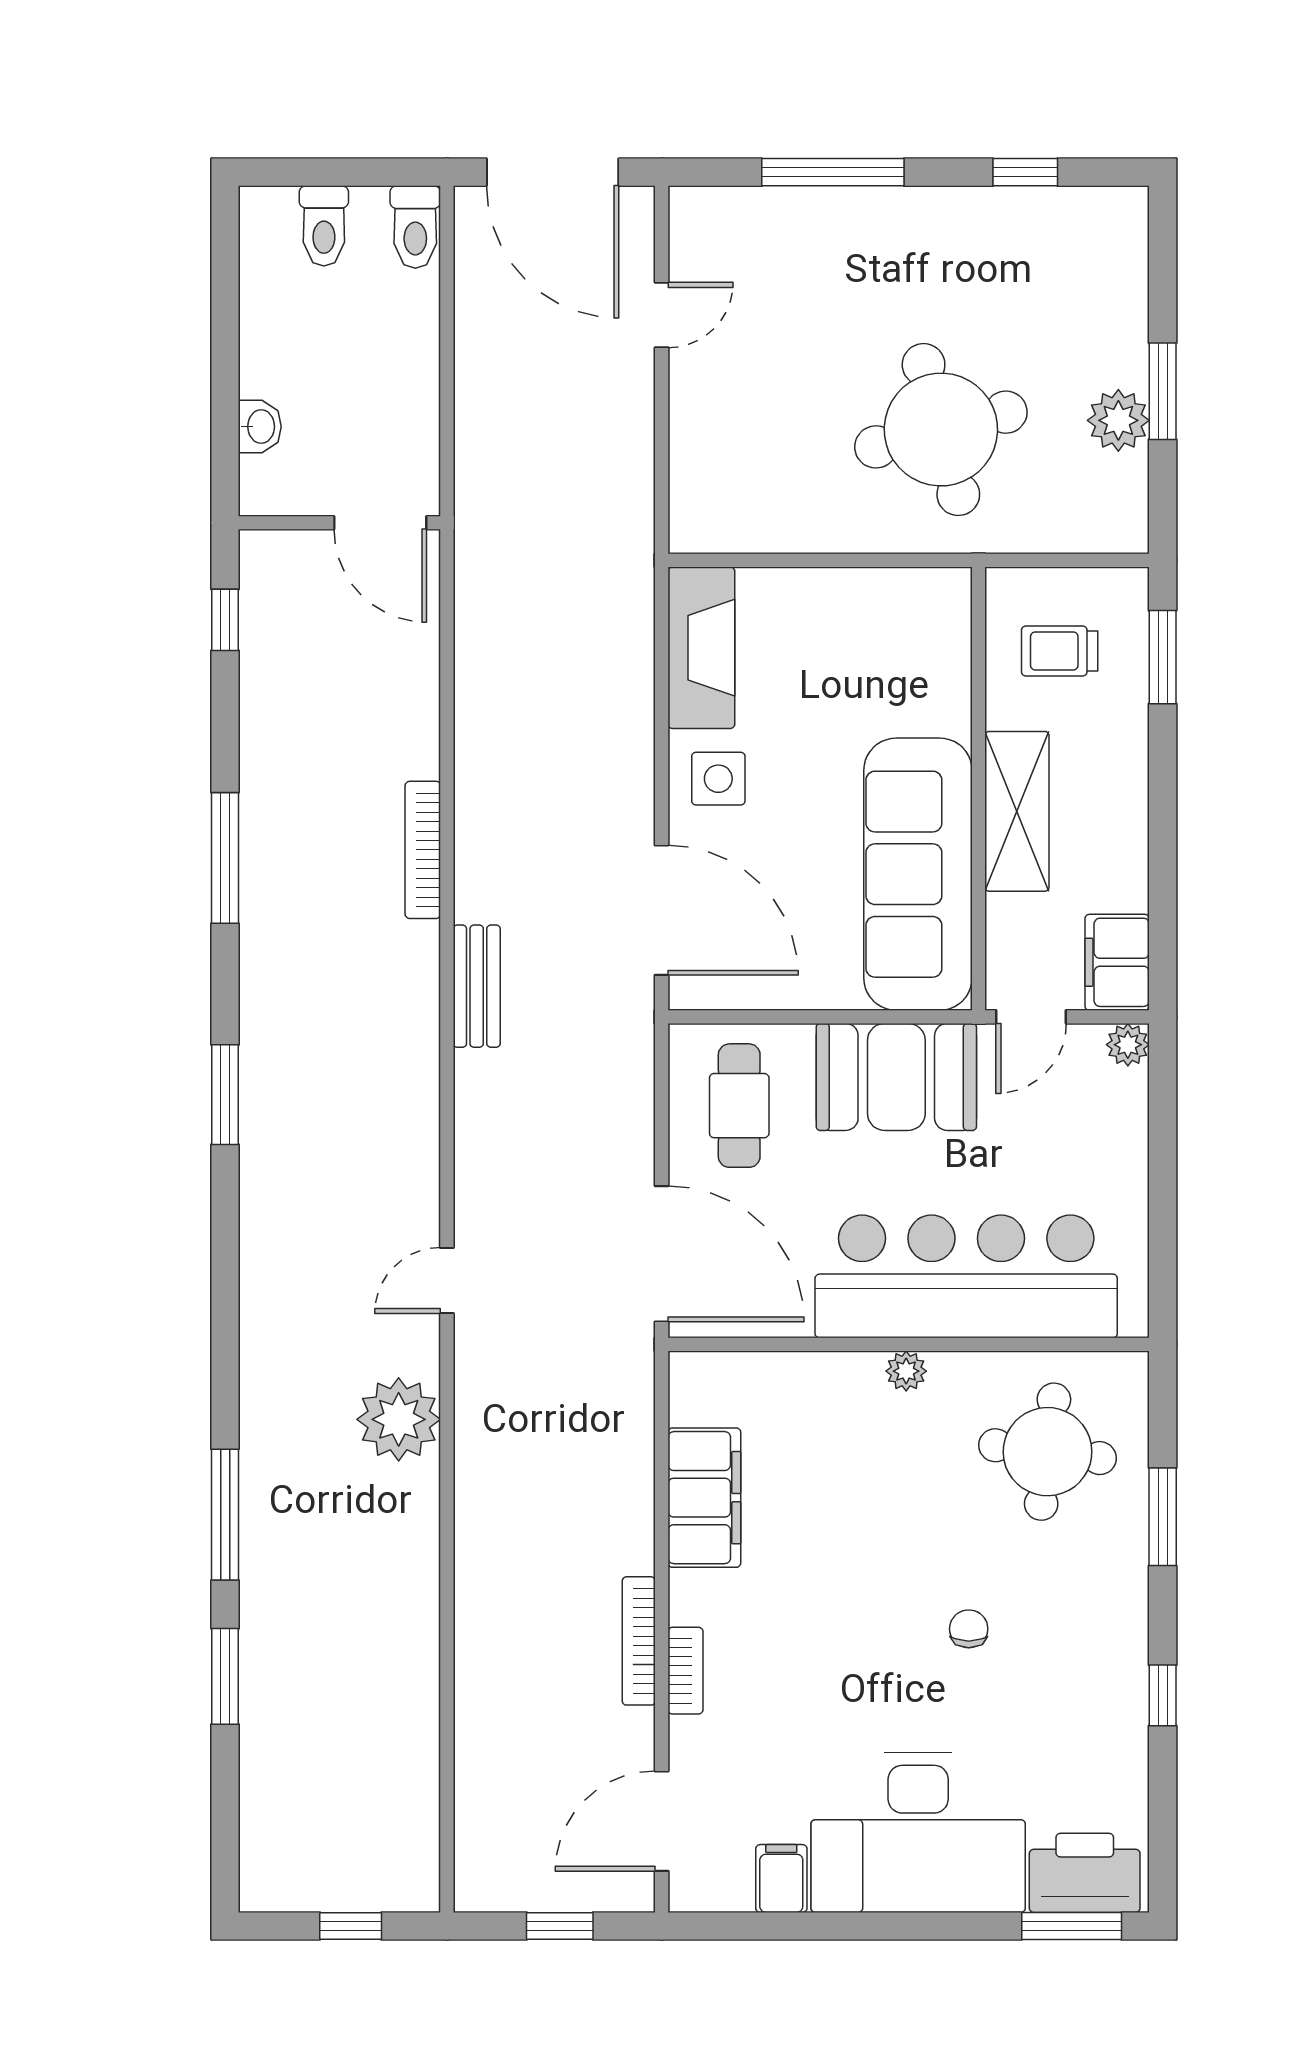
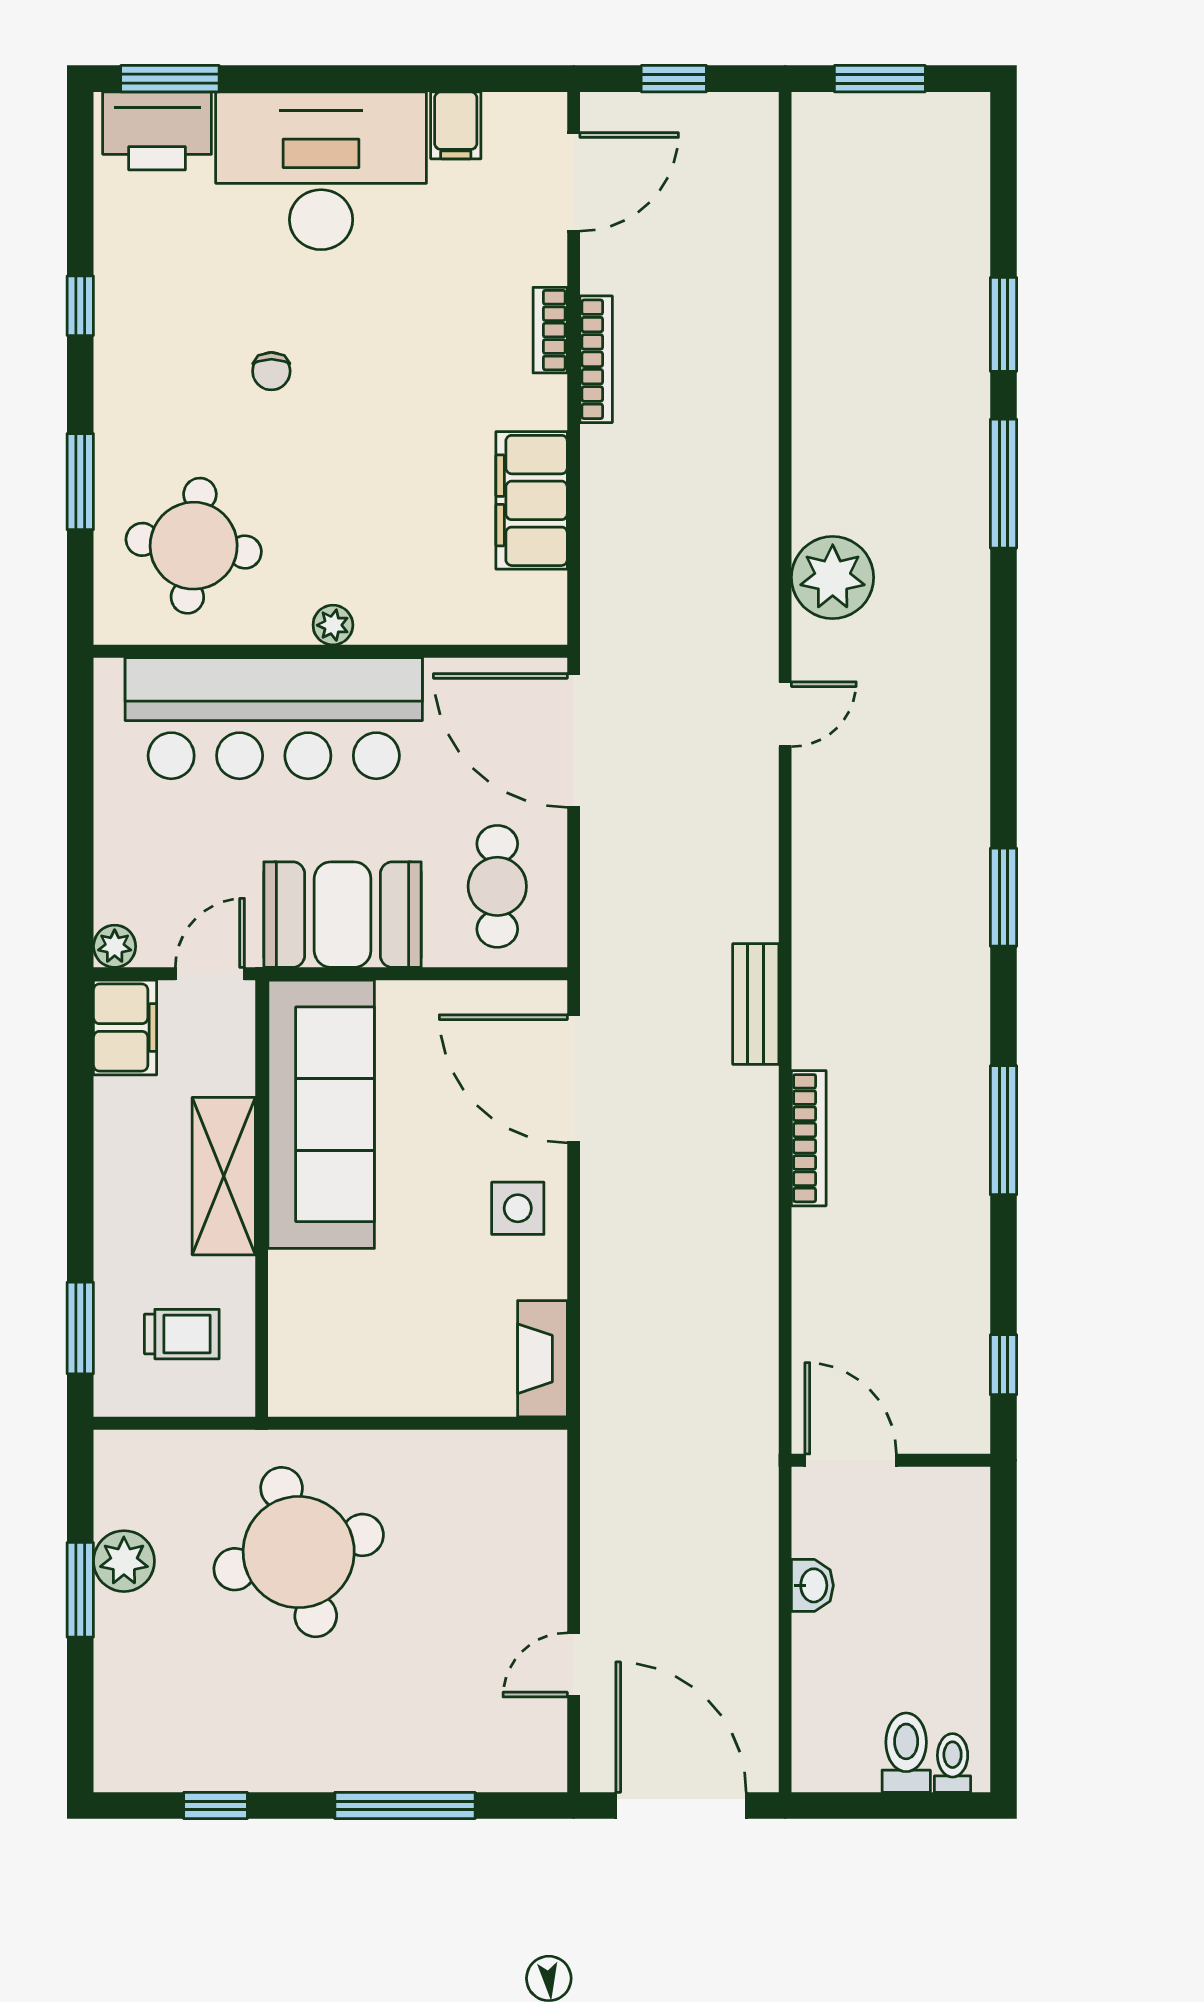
toilet: (415, 227) -> (953, 1763), moved, width x0.73, depth x0.72
washbasin: (260, 427) -> (812, 1585), moved, turned 180
fireplace: (701, 648) -> (542, 1359), width x0.73, depth x0.76
window: (351, 1926) -> (880, 79), width x1.50

